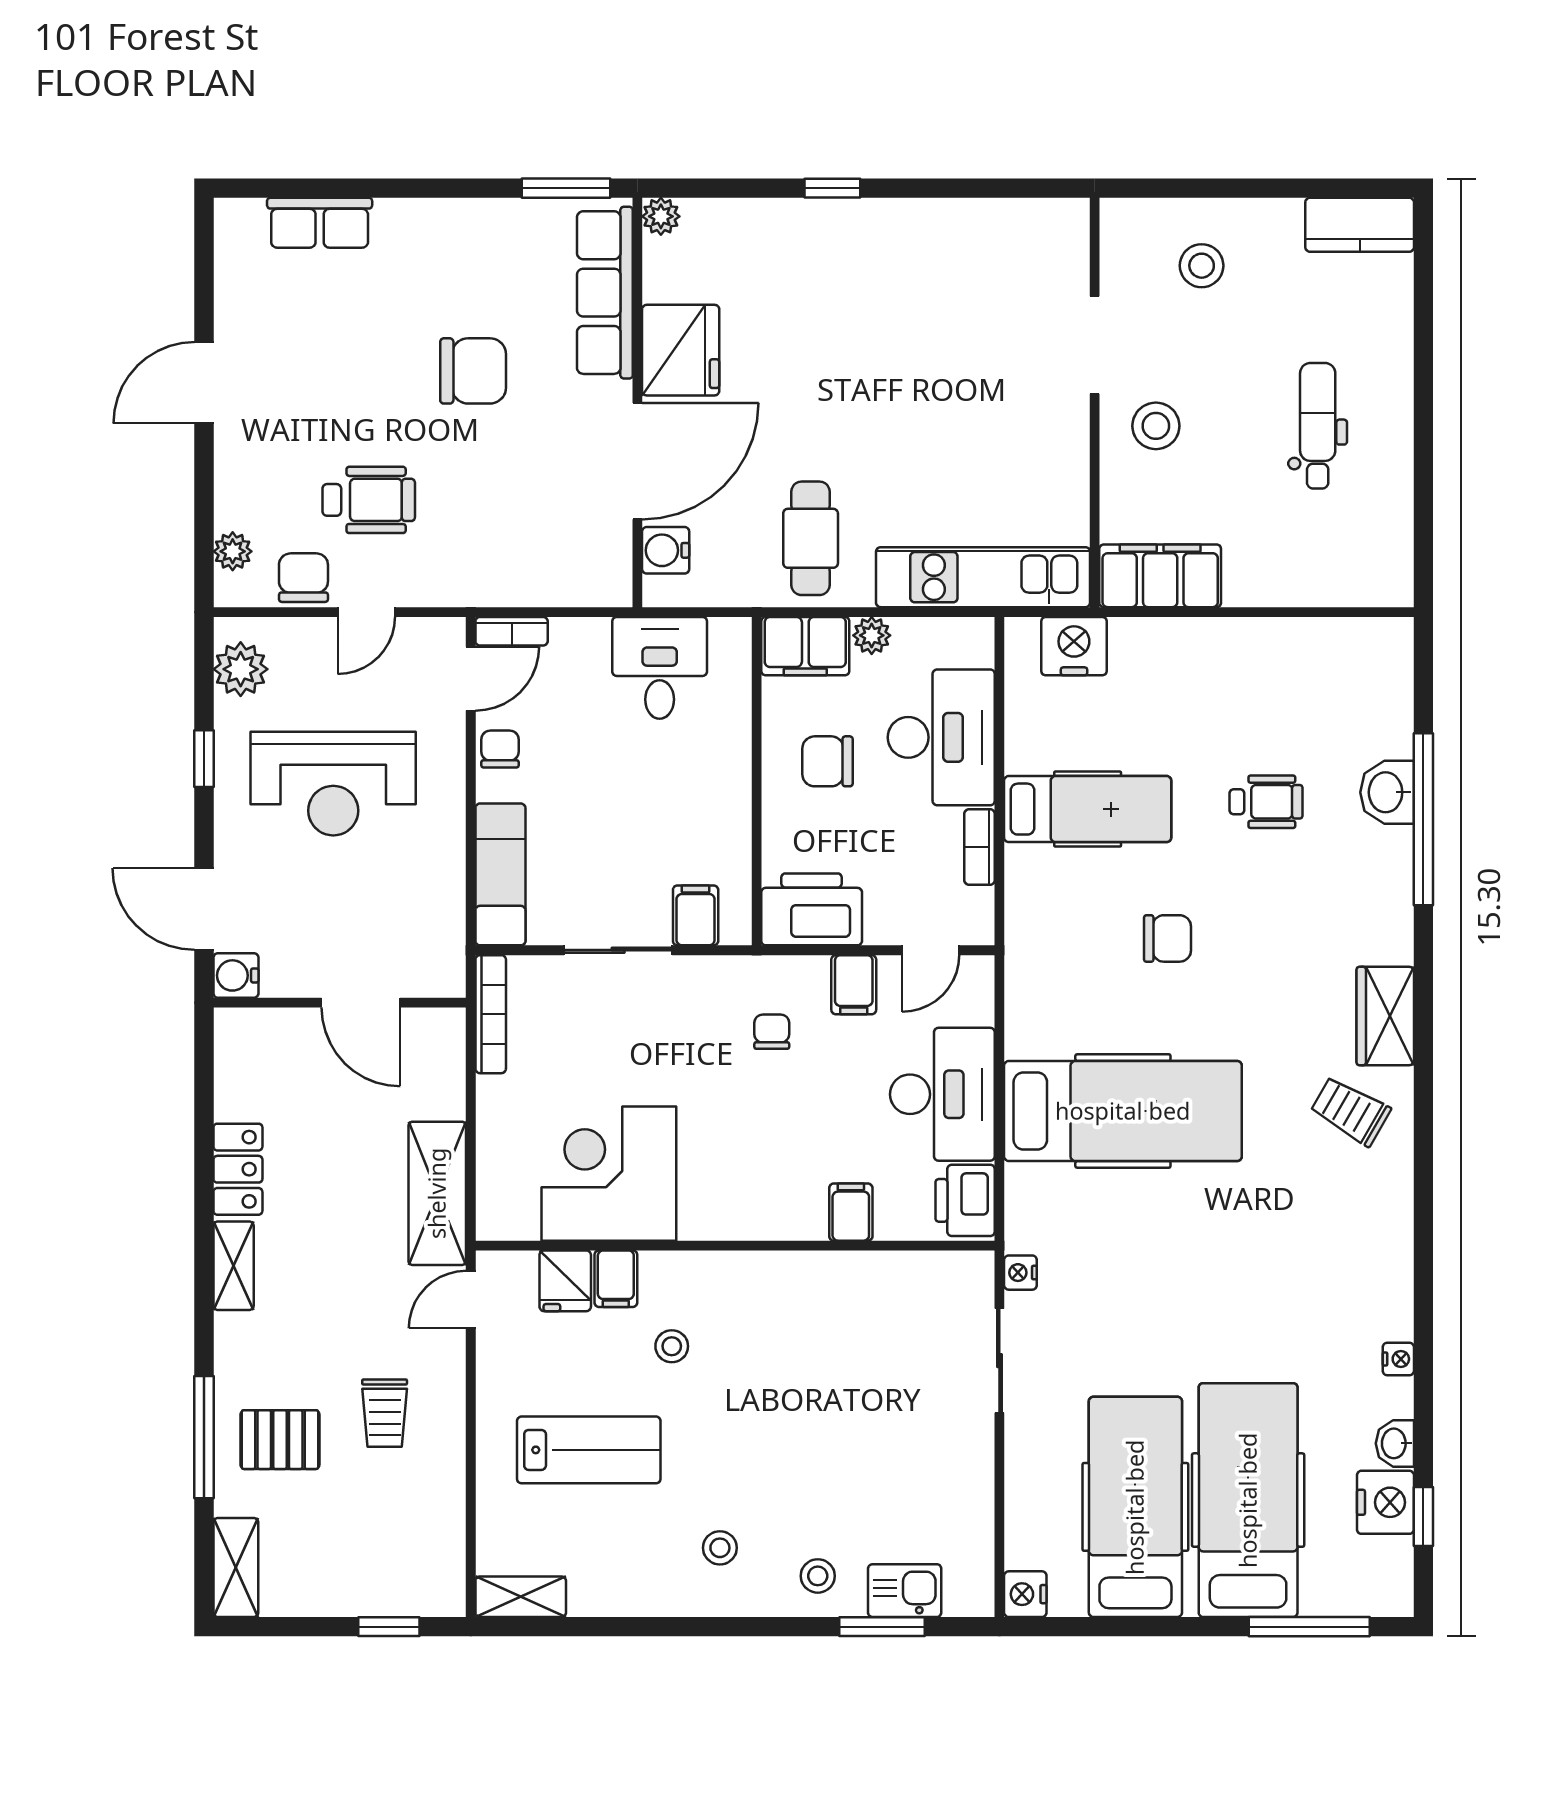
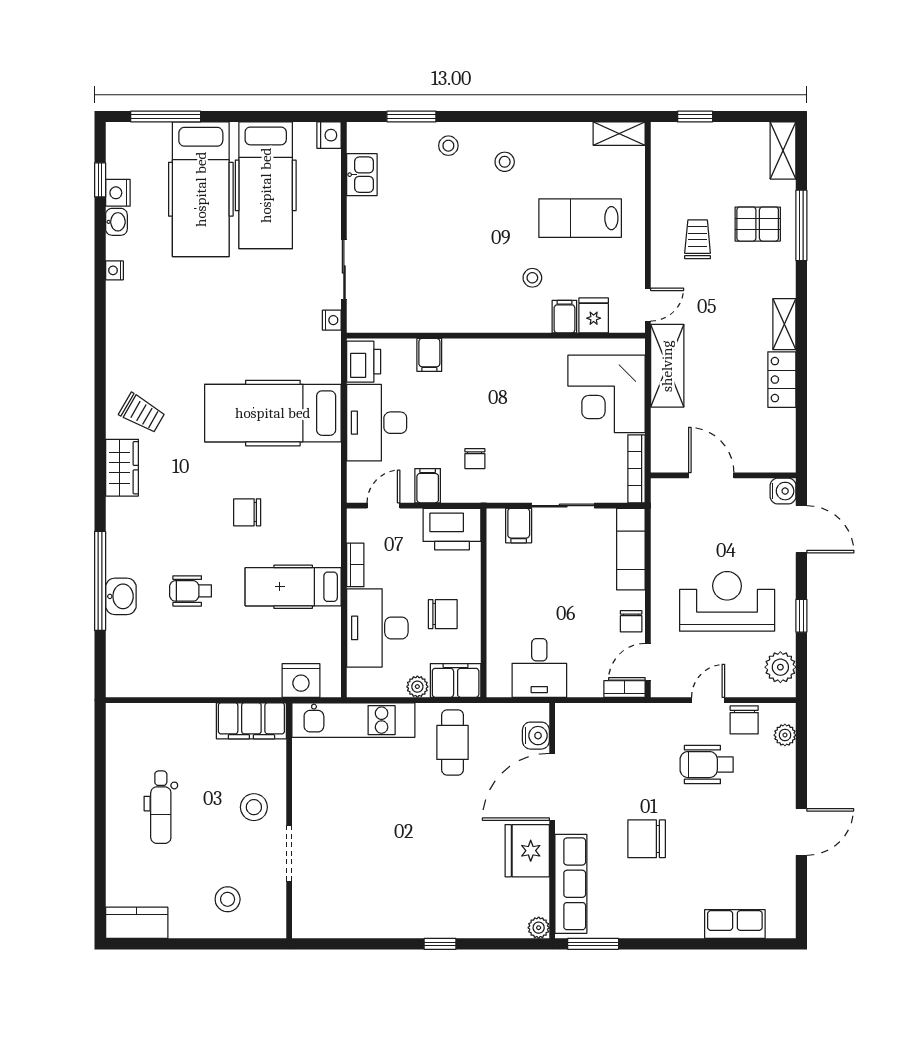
corner desk: (609, 1174) -> (607, 394), moved, turned 90
nightstand: (1385, 1502) -> (118, 193), width x0.74, depth x0.75
kitchen sink: (905, 1591) -> (362, 175), moved, turned -90

